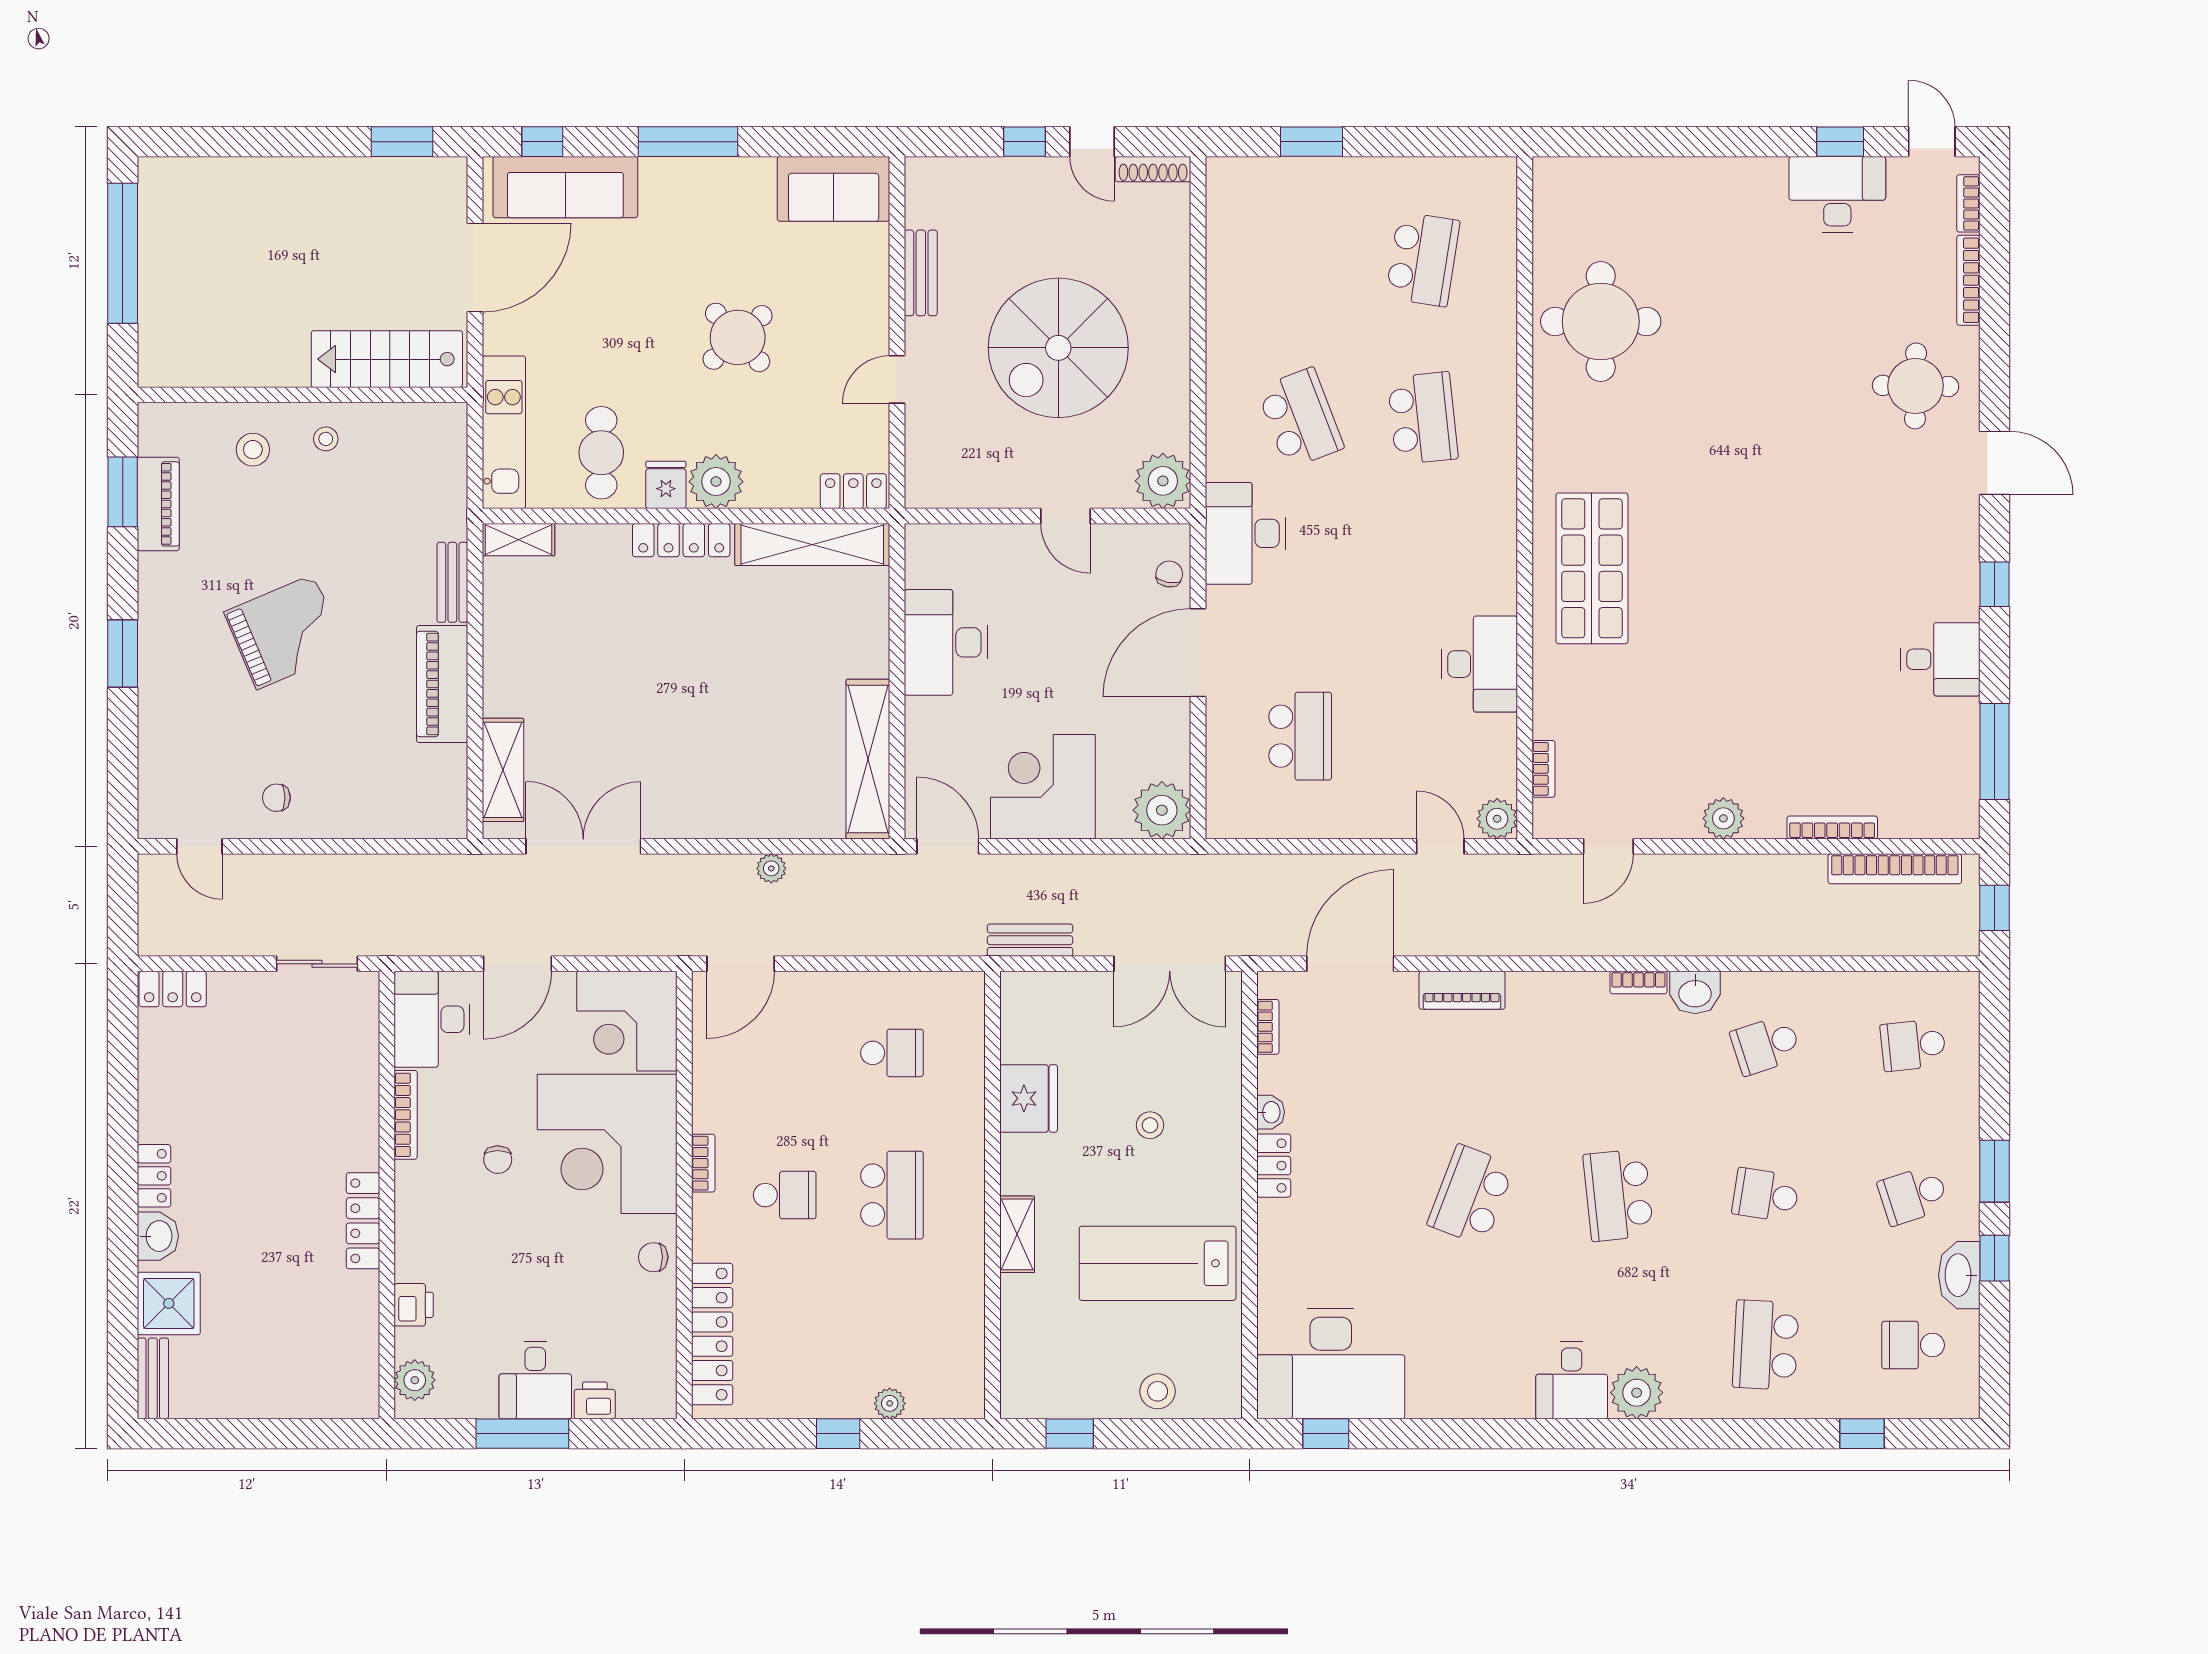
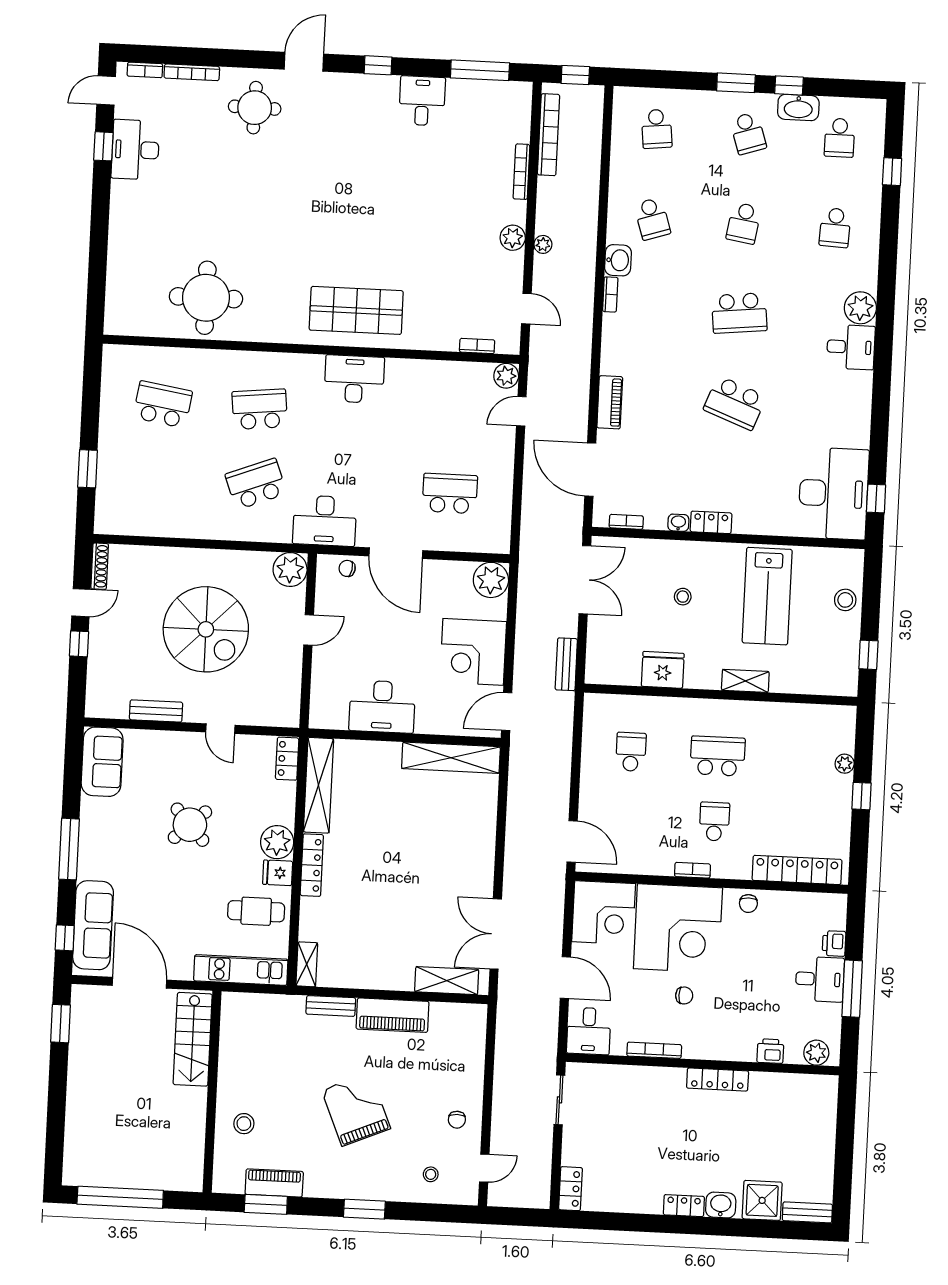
stool: (326, 439) -> (431, 1174), moved
desk: (1480, 664) -> (354, 379), moved
plant: (771, 868) -> (543, 244), moved
desk: (432, 1019) -> (589, 1031), width x0.73
school desk: (1766, 1345) -> (835, 228), width x0.54

